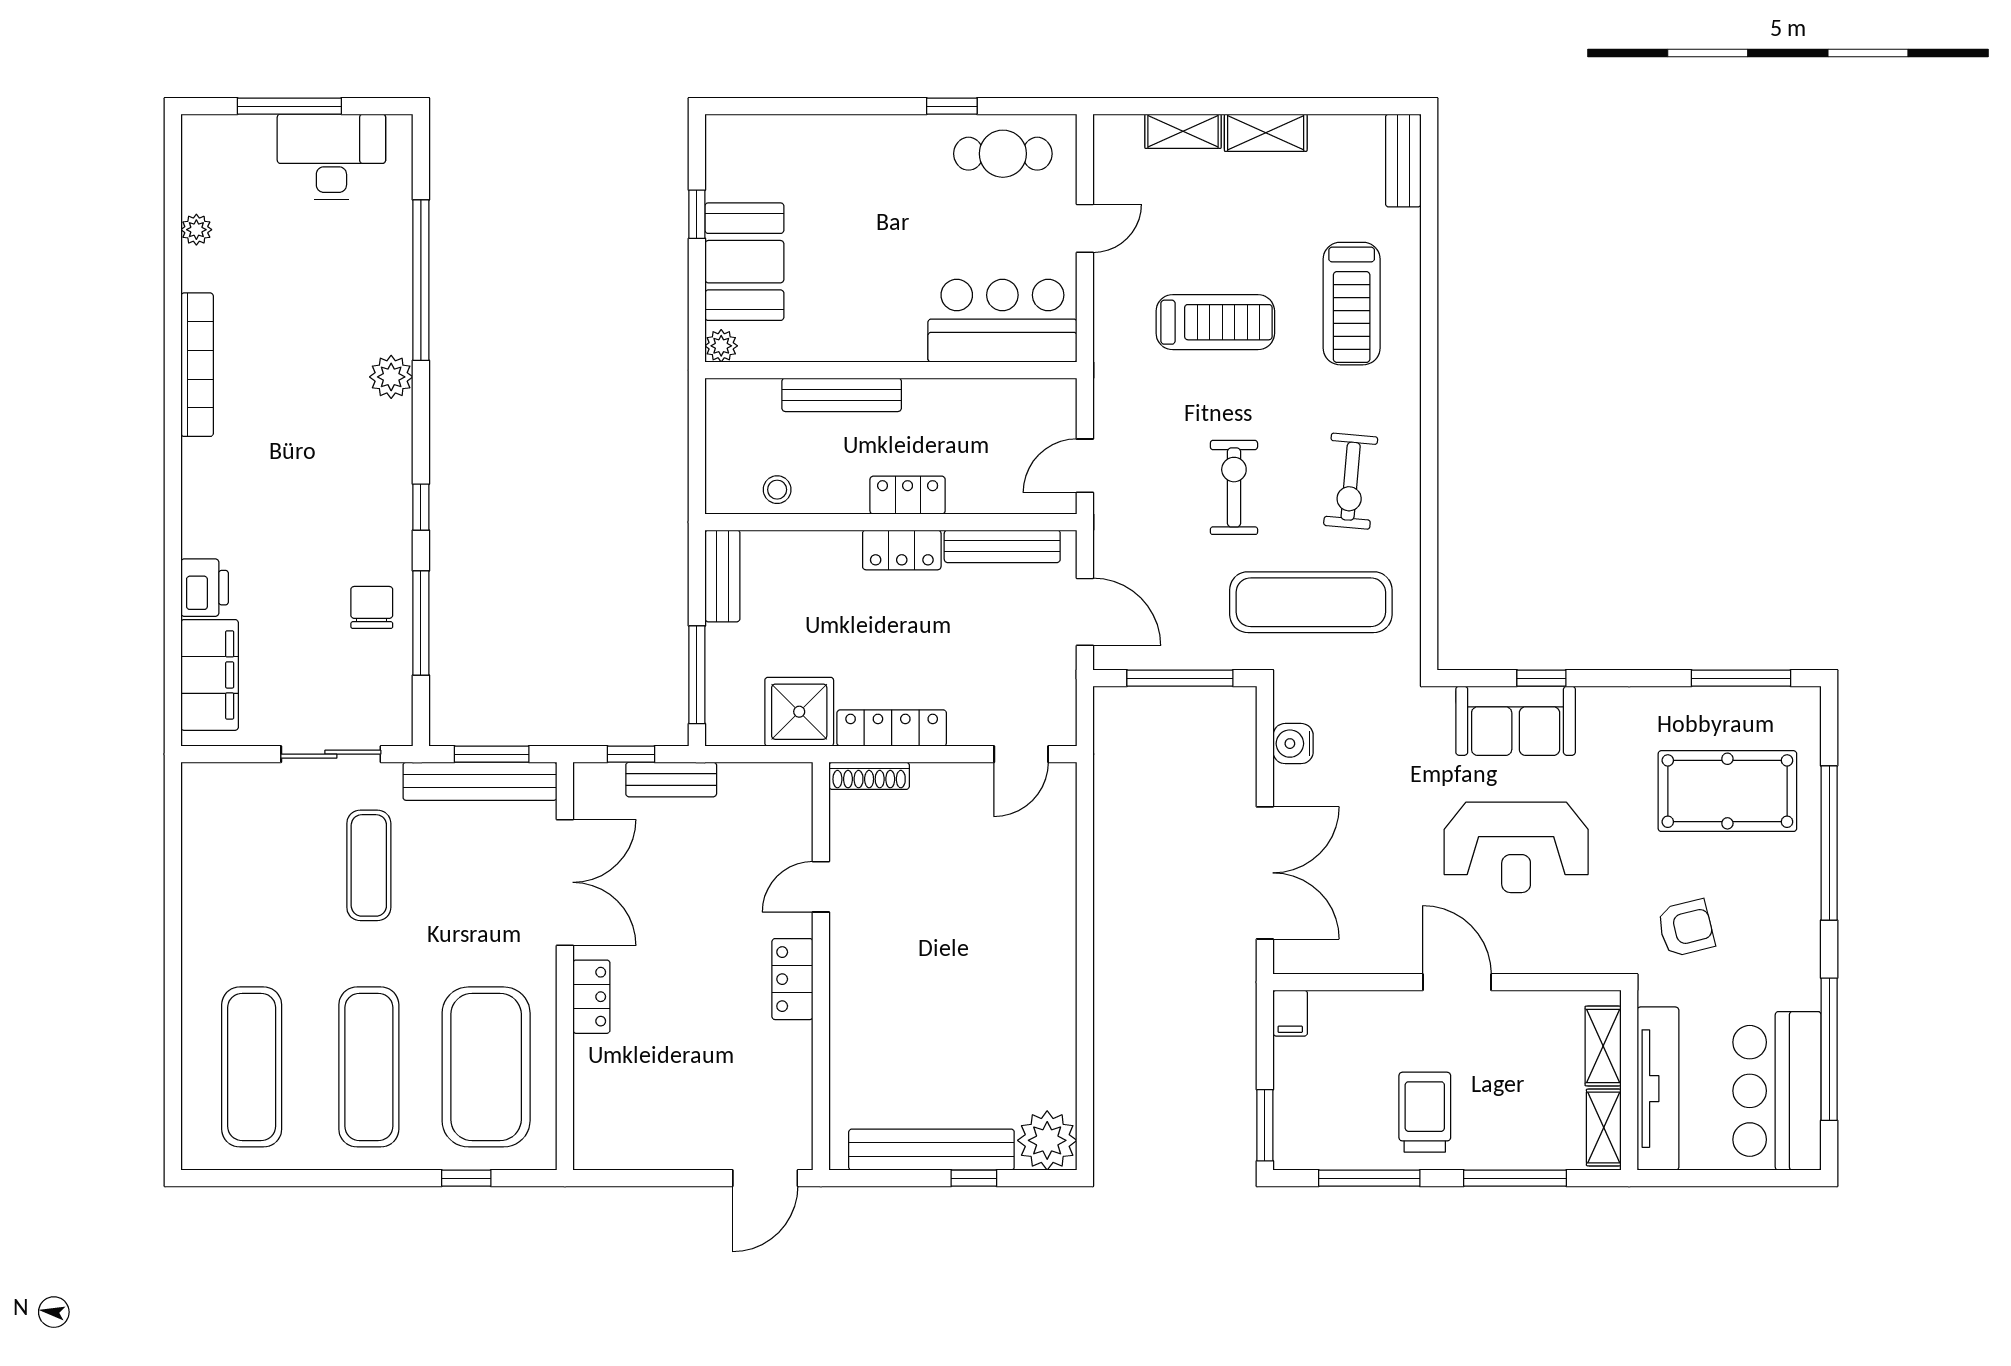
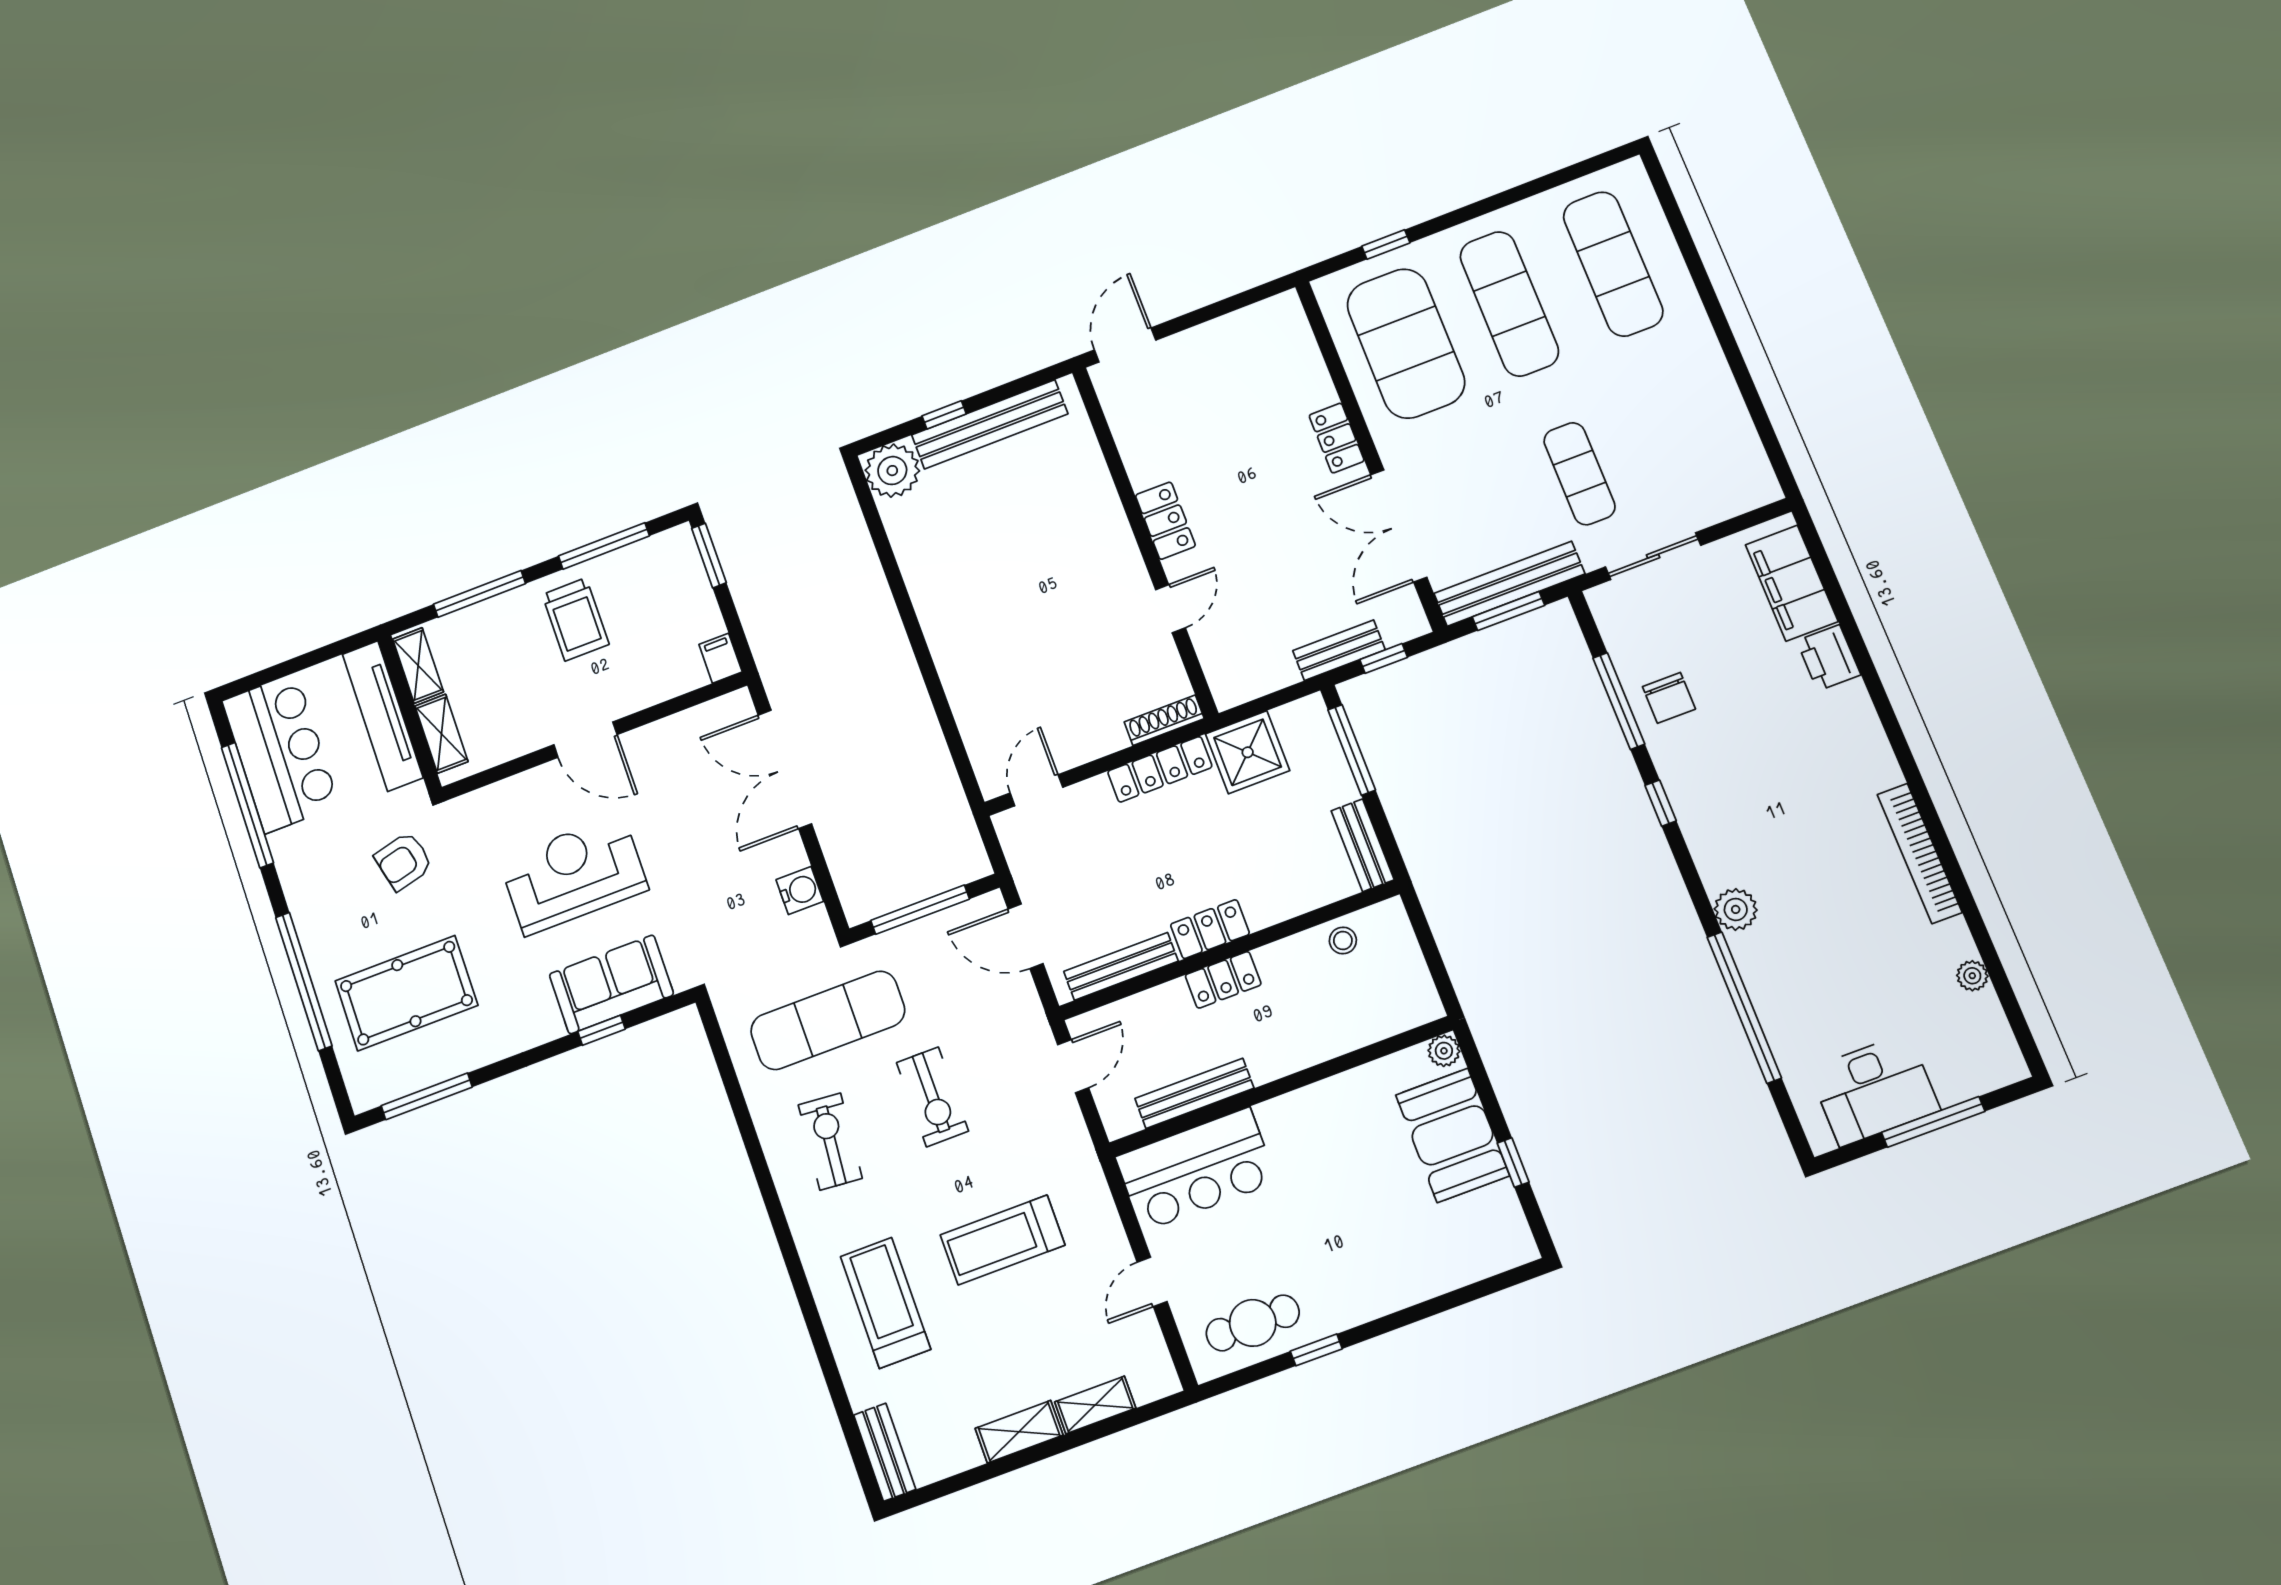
bench: (842, 395) -> (1194, 1093), moved

